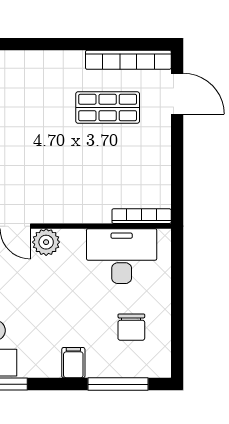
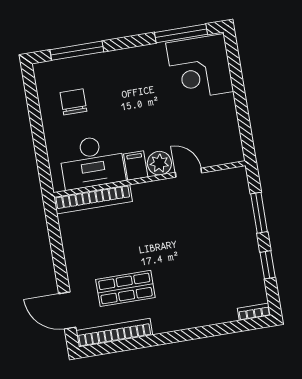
bookcase: (142, 216) -> (93, 199), width x1.48, depth x1.31
filing cabinet: (73, 363) -> (136, 166), moved, turned 180

